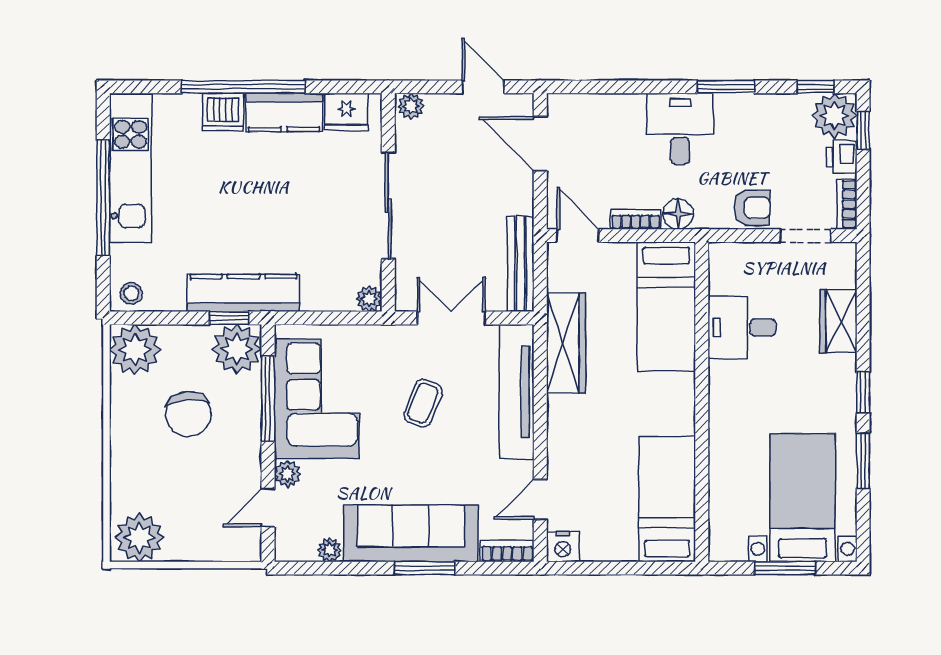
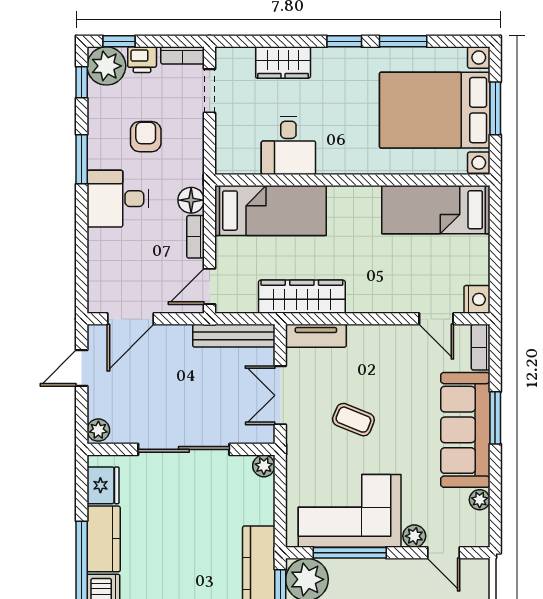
armchair: (752, 208) -> (146, 137), moved
tv unit: (517, 392) -> (316, 336), width x0.52, depth x0.78
bed with nightstands: (803, 498) -> (435, 110), width x1.36

